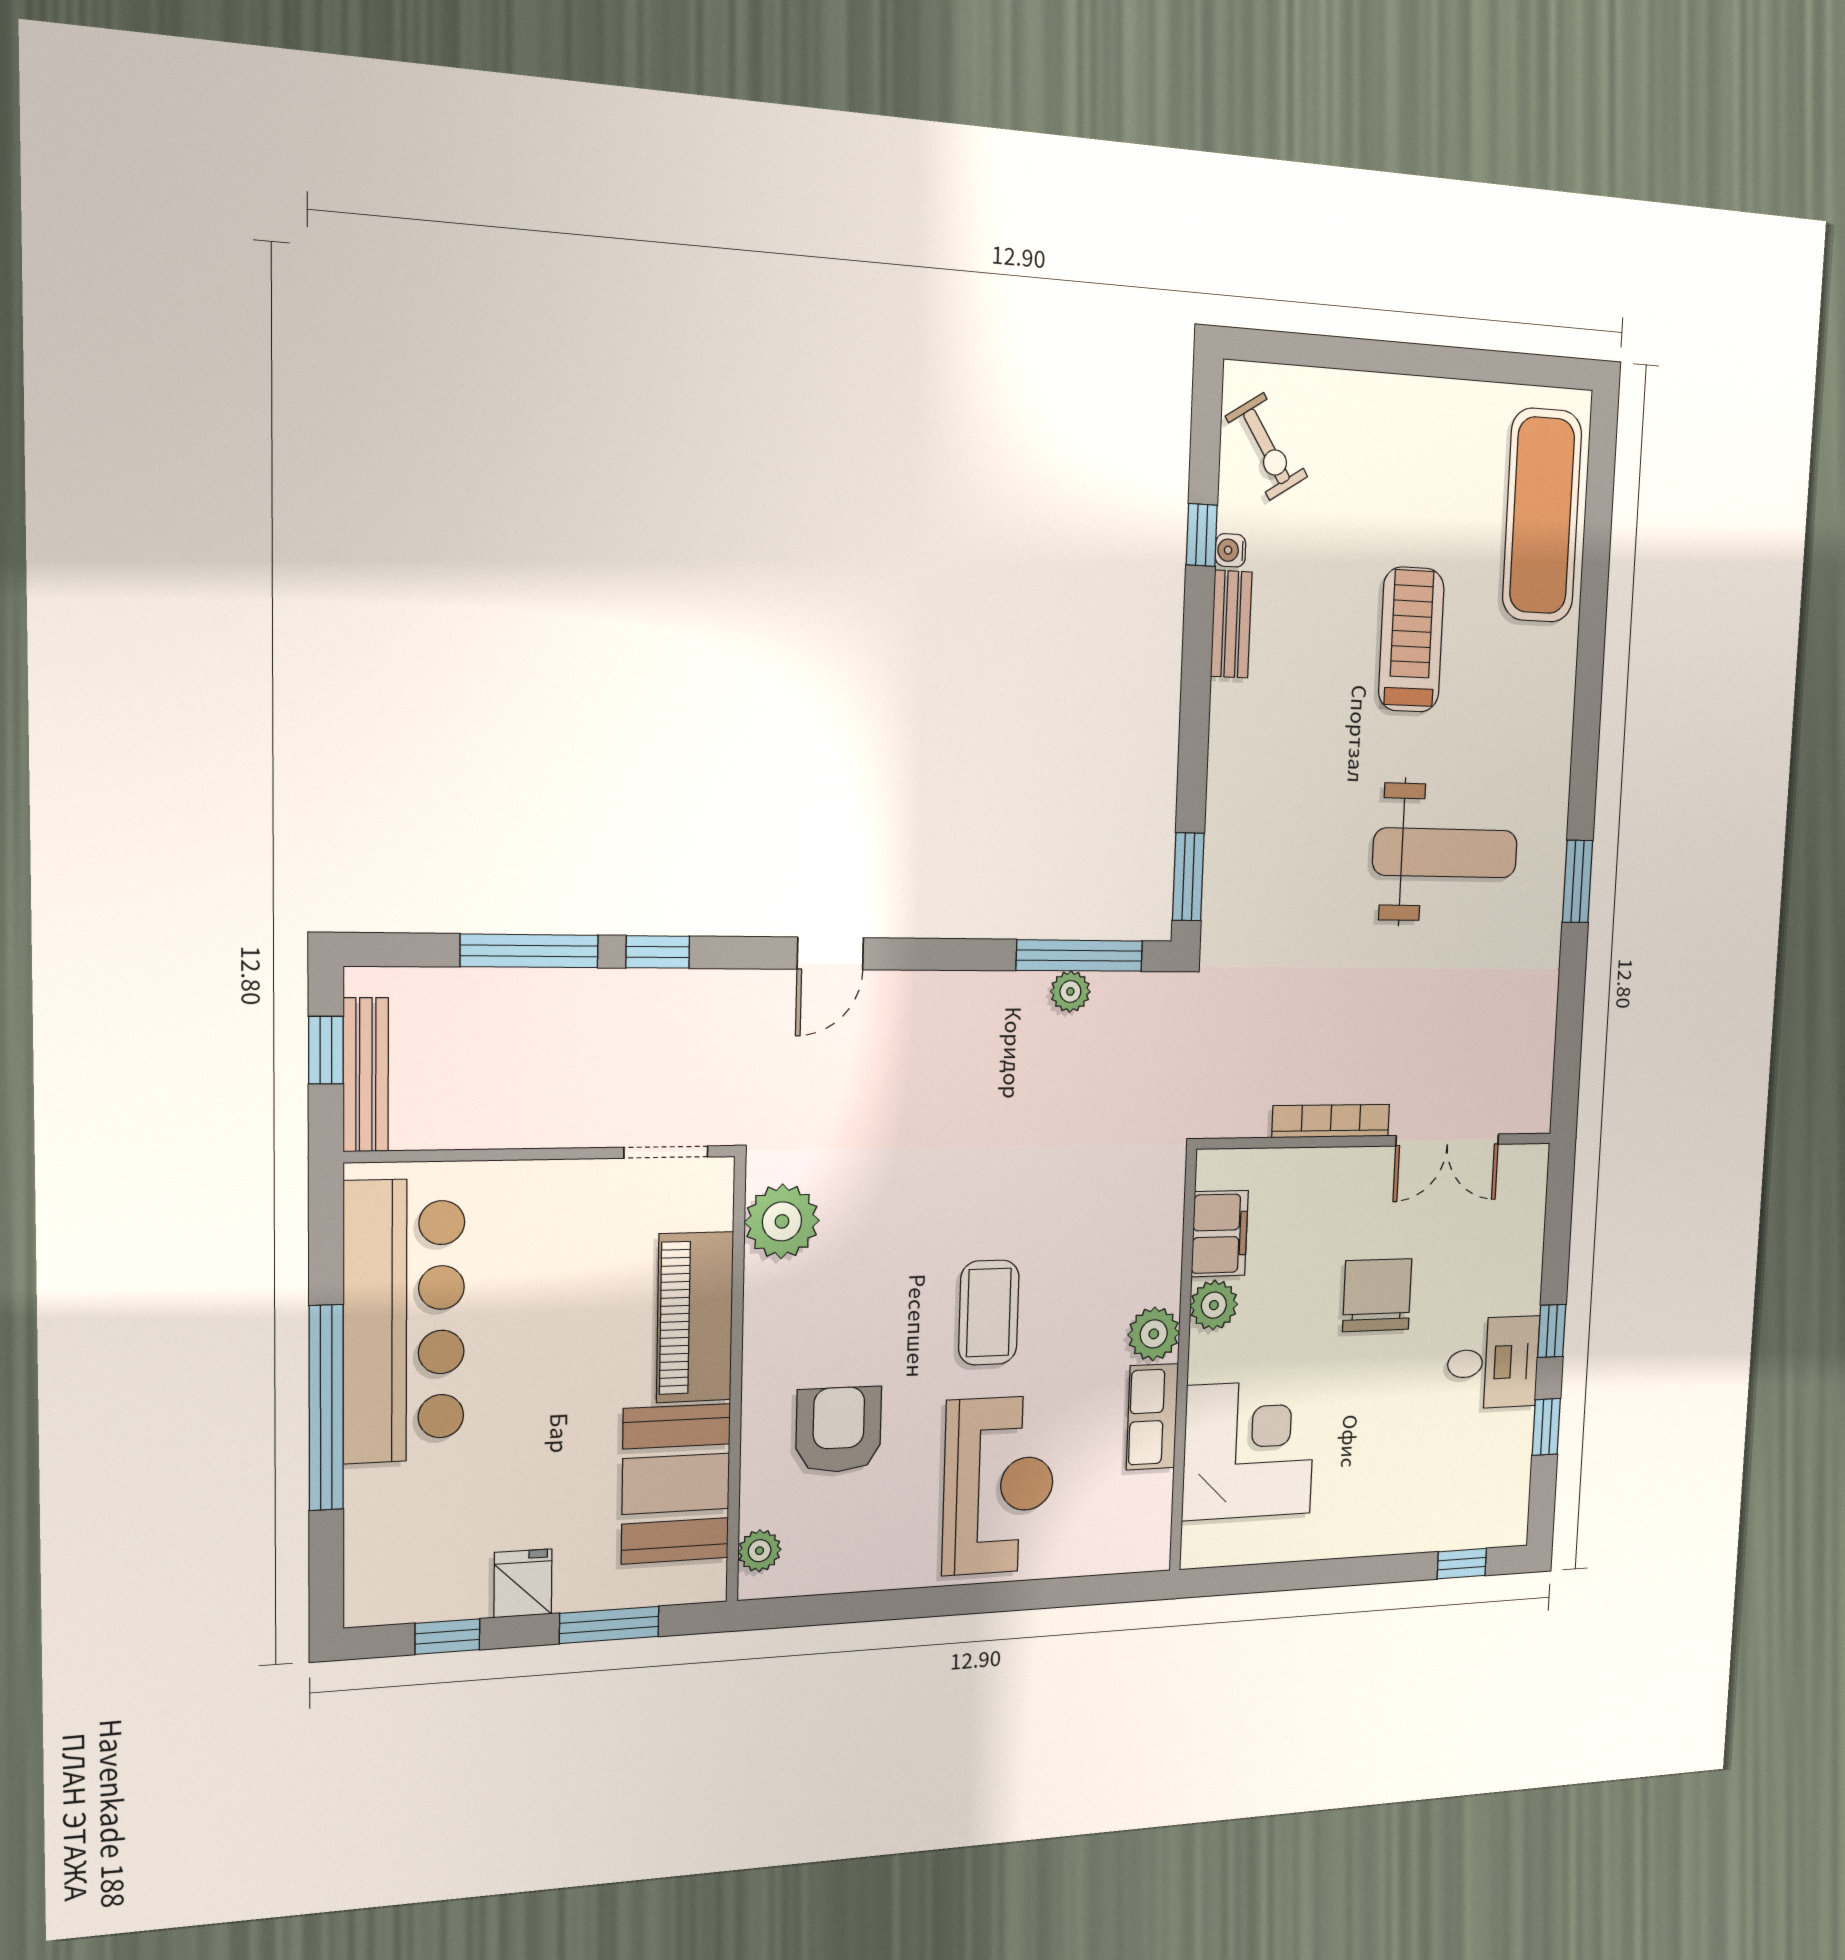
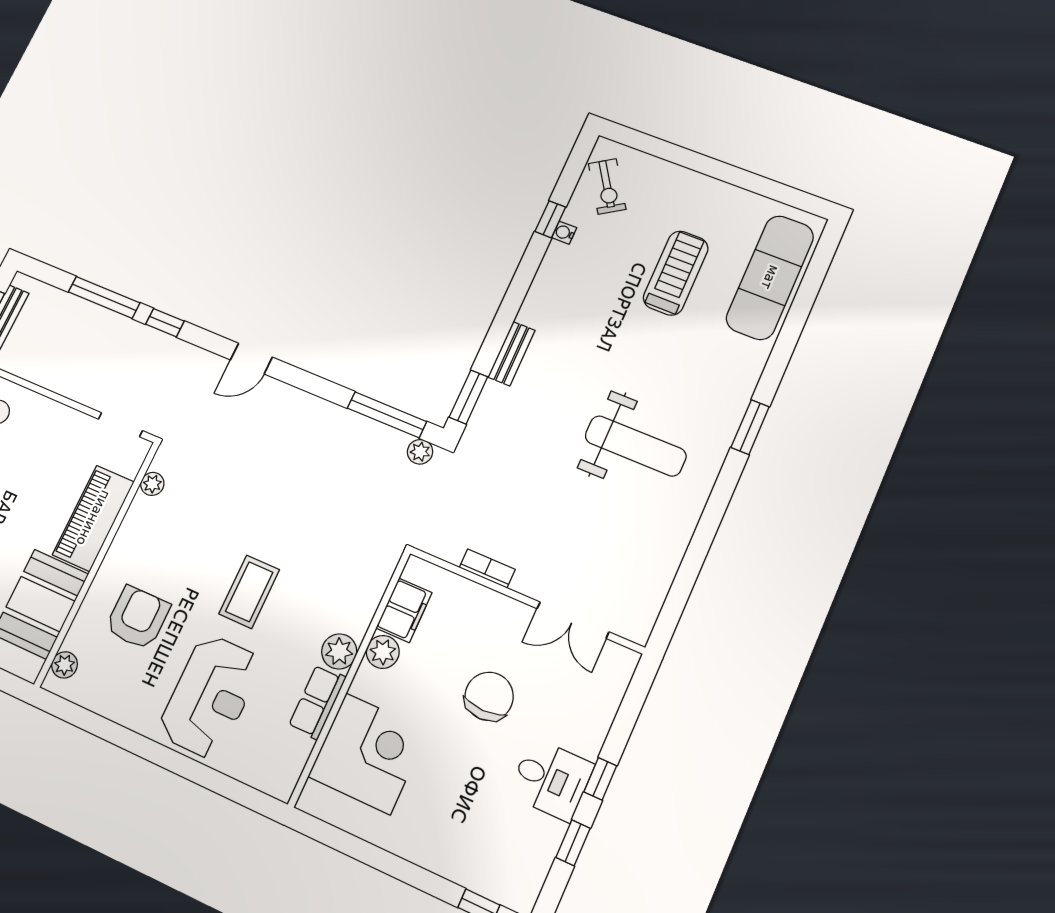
bench: (1231, 624) -> (511, 354), moved
treadmill: (1411, 640) -> (676, 273), moved
window: (1577, 881) -> (750, 427), moved
plant: (1070, 991) -> (420, 452), moved
bookcase: (1331, 1121) -> (487, 568), width x0.64
plant: (782, 1221) -> (152, 484), width x0.53, depth x0.53

